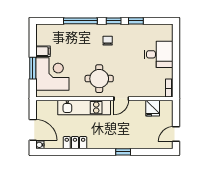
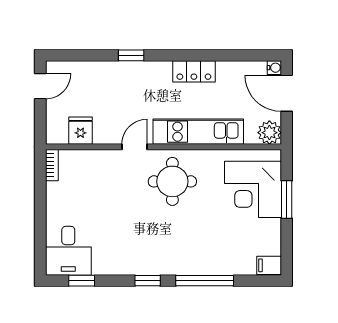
window: (136, 21) -> (82, 281), moved
chair: (108, 41) -> (158, 247), removed
filing cabinet: (43, 51) -> (269, 265), moved
desk: (159, 54) -> (68, 251), moved, turned -90
plant: (43, 107) -> (269, 133), added
locker: (75, 143) -> (194, 71), moved

